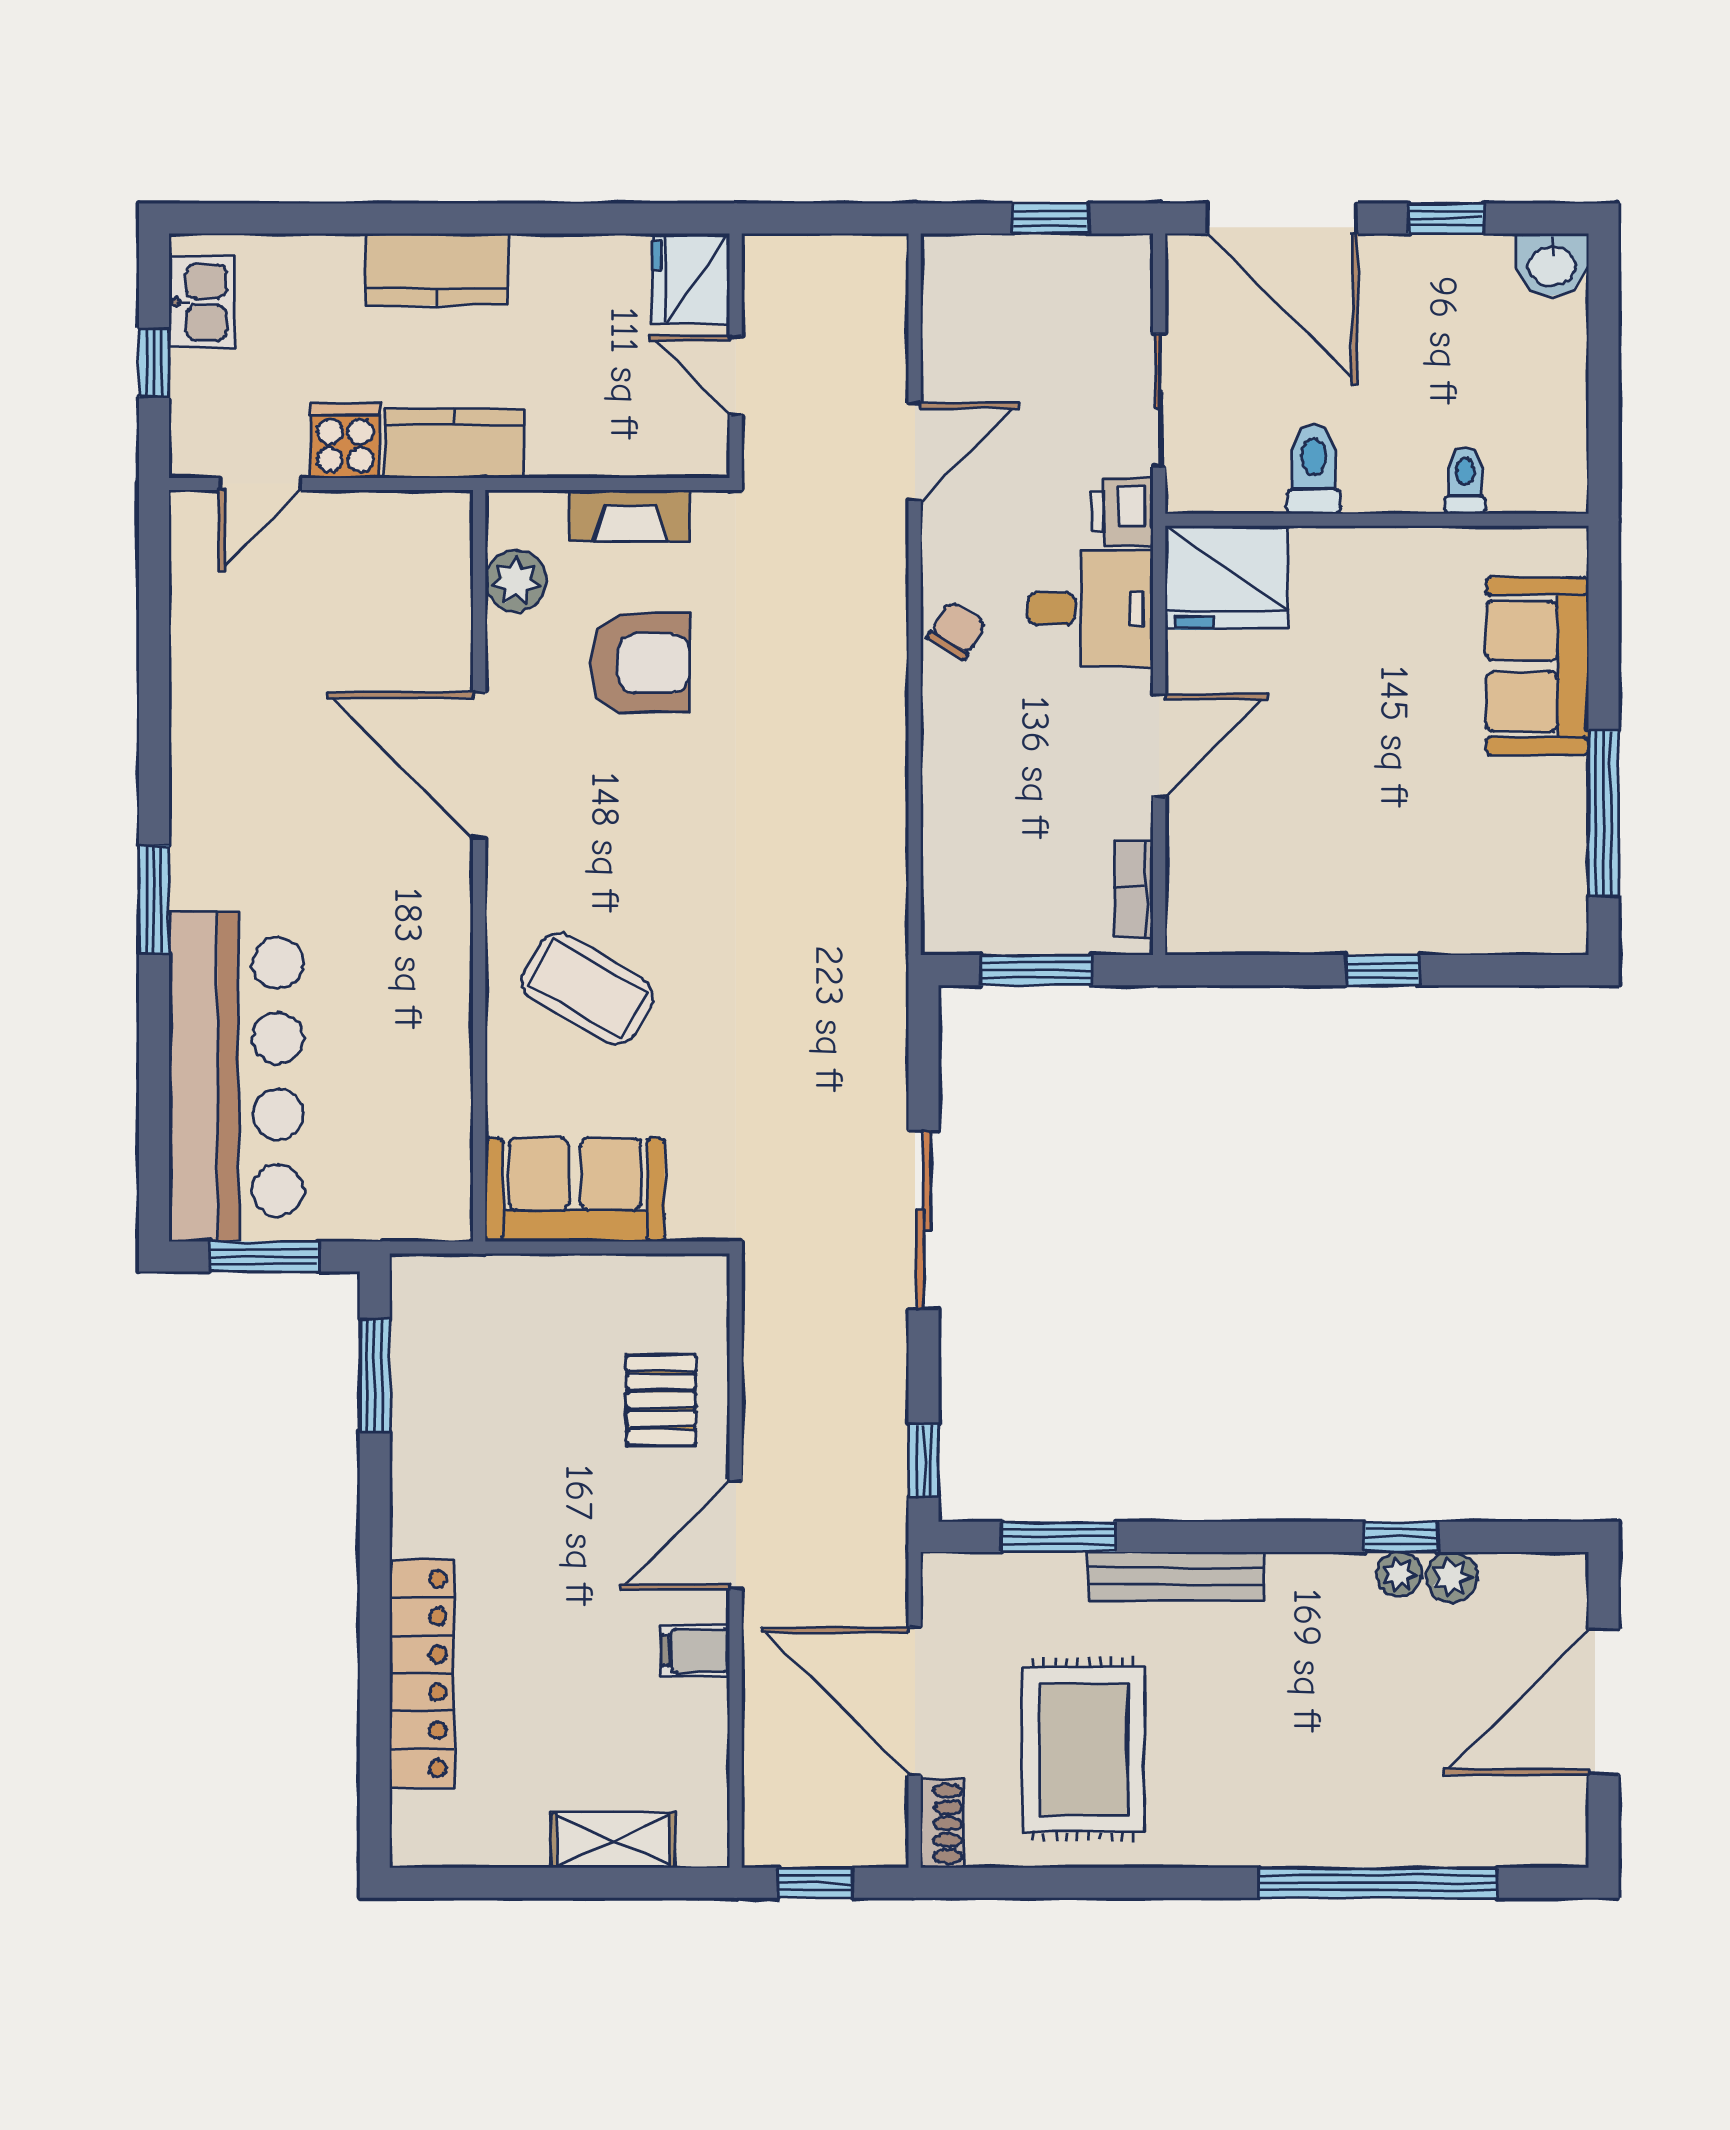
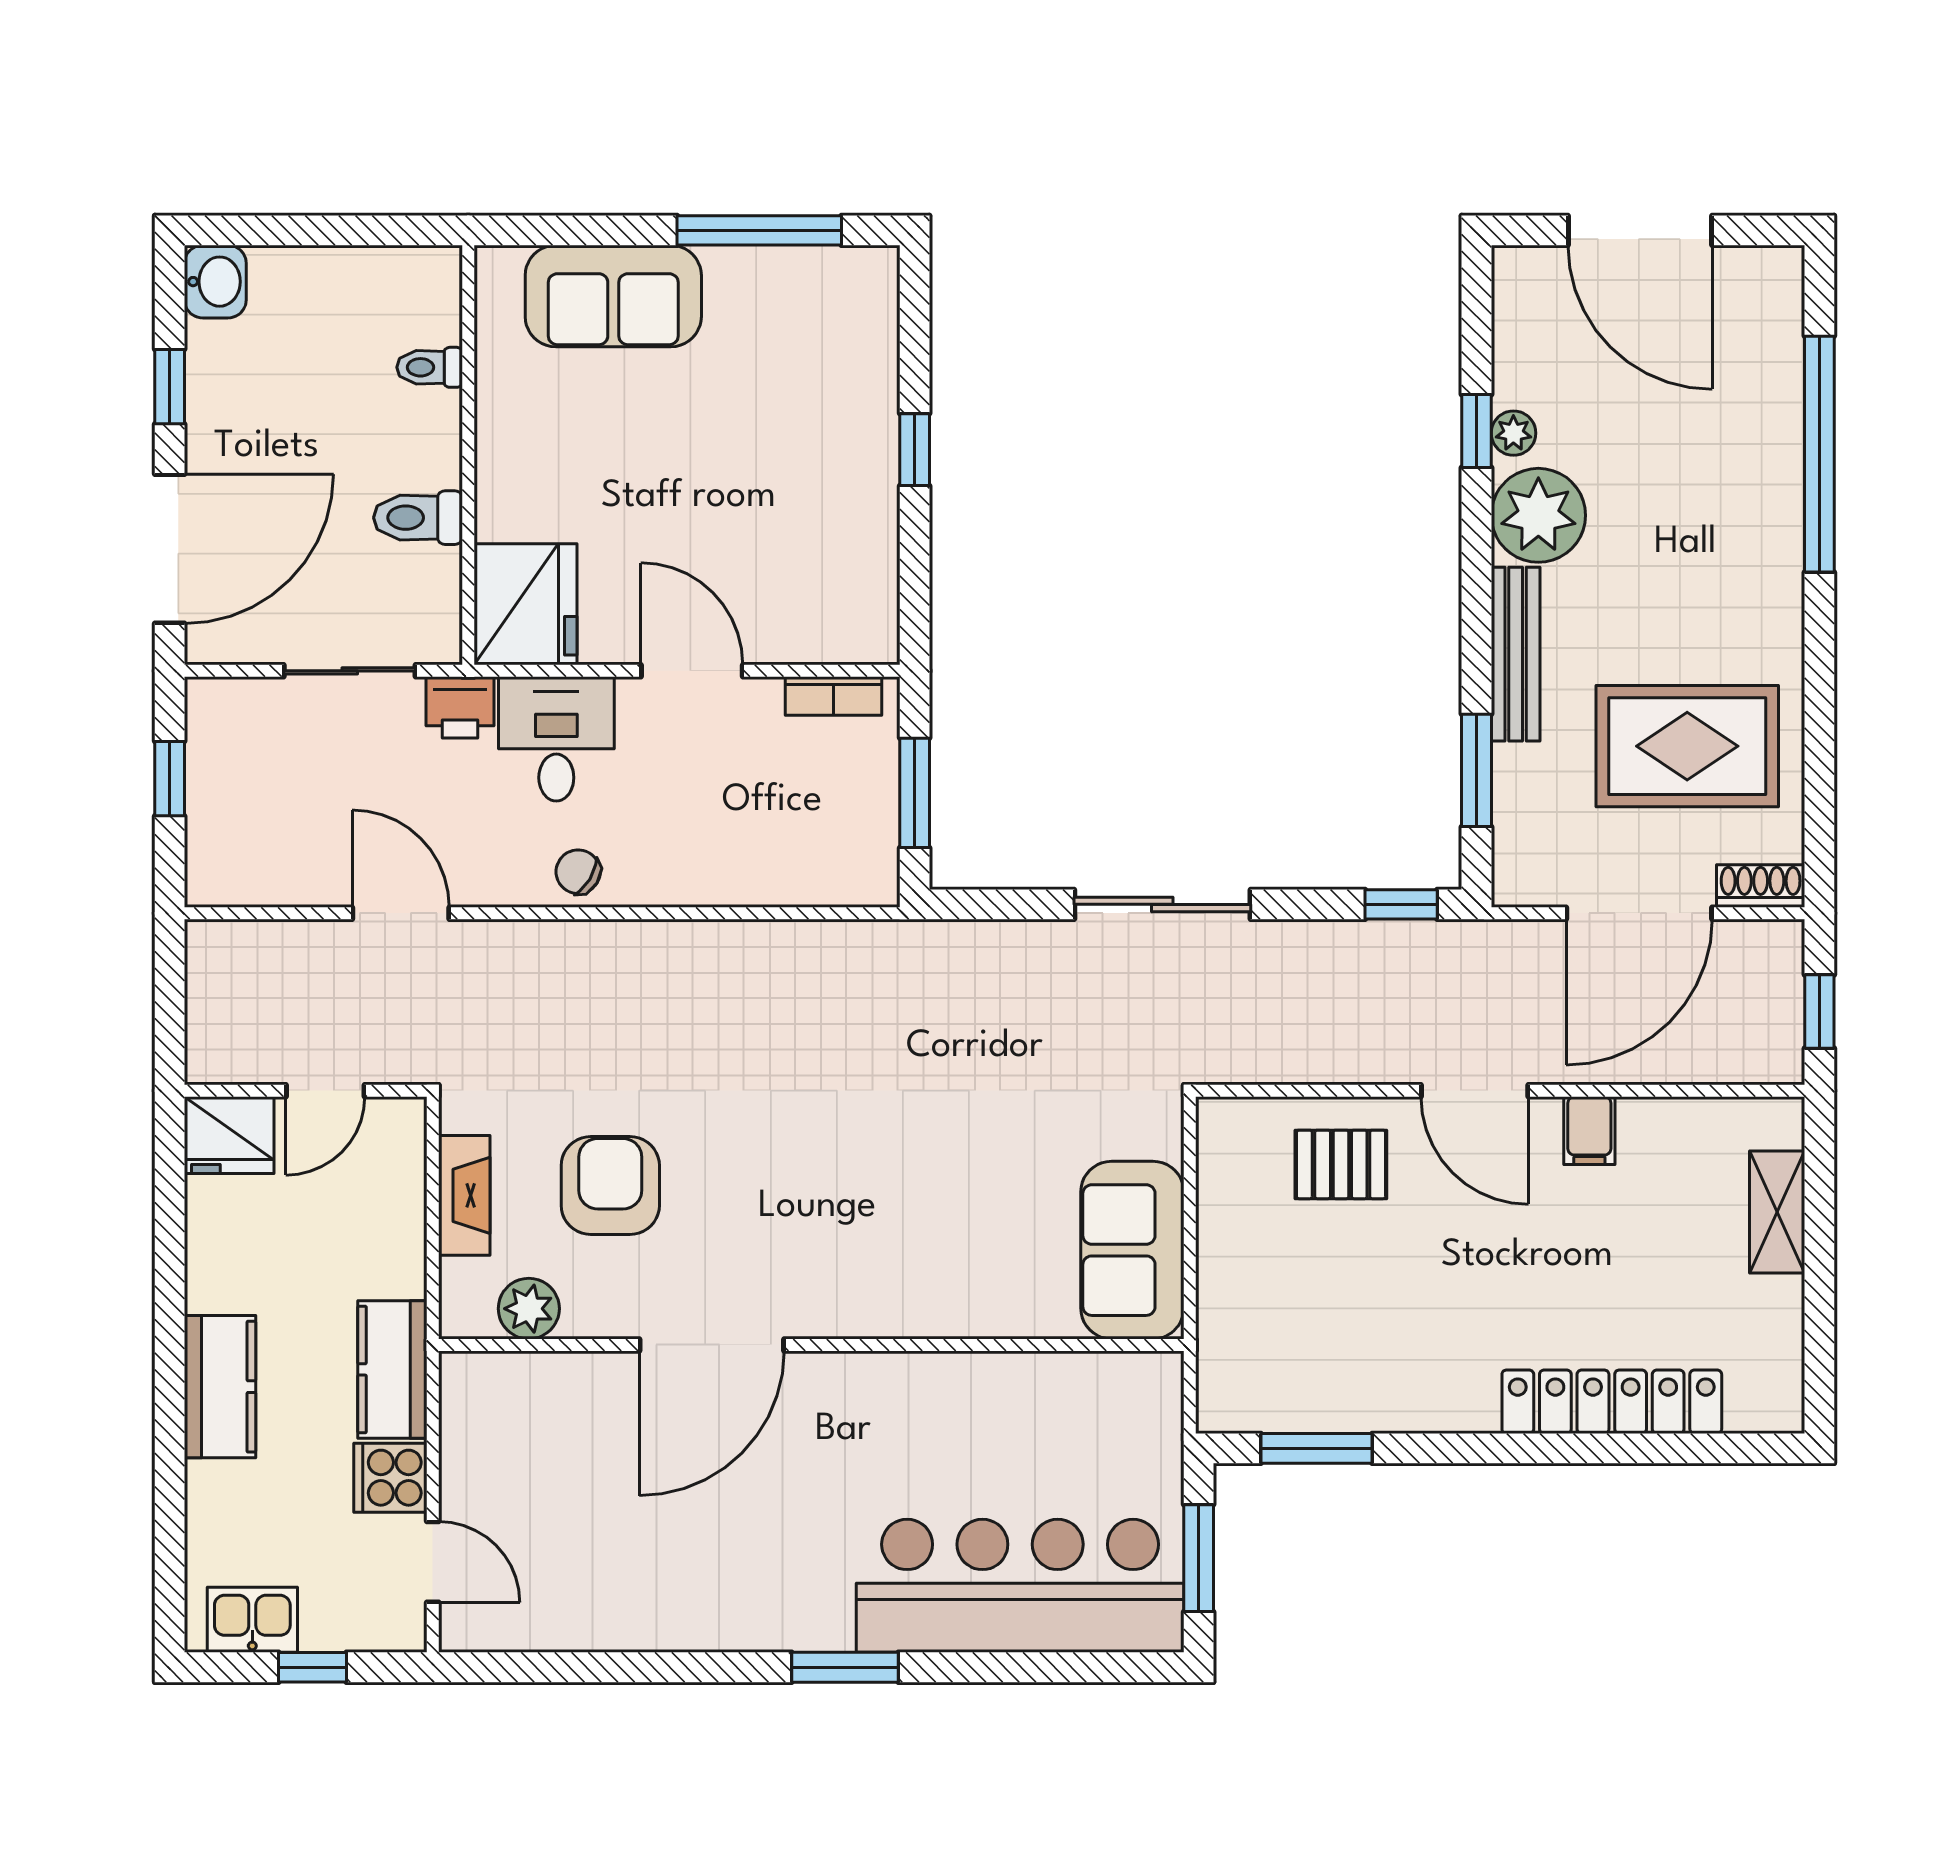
coffee table: (587, 989) -> (933, 1238), removed
plant: (1452, 1577) -> (1538, 515), moved, width x1.87, depth x1.87

